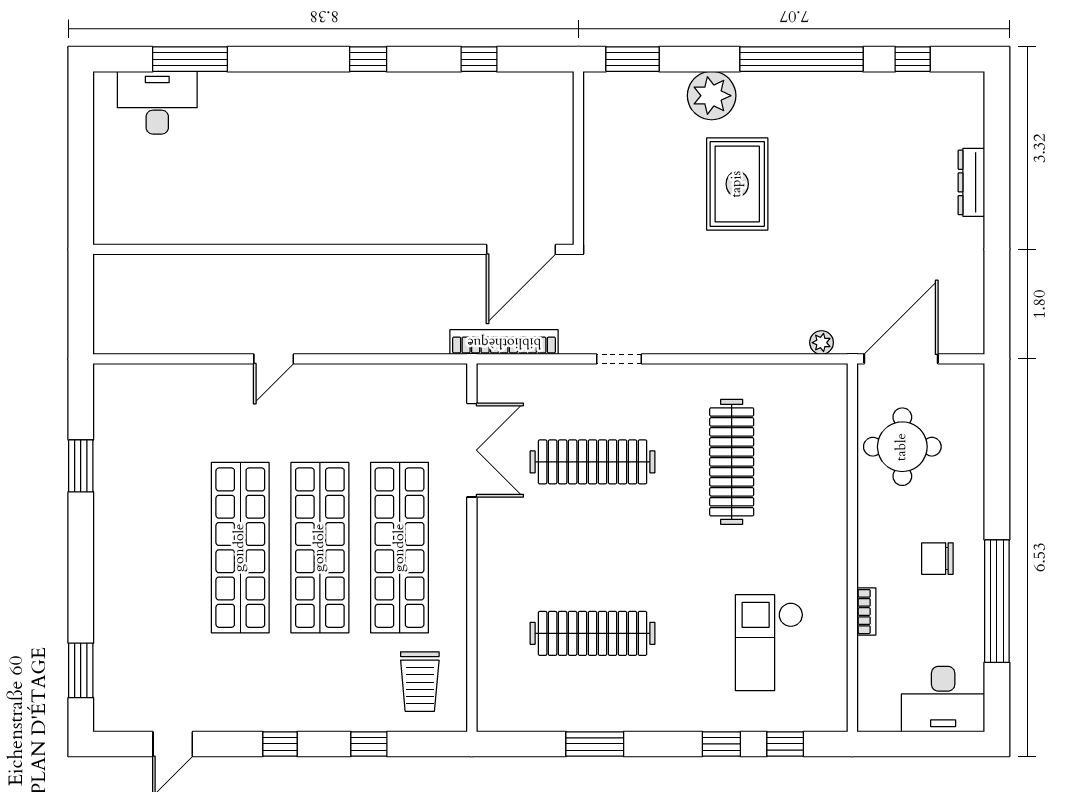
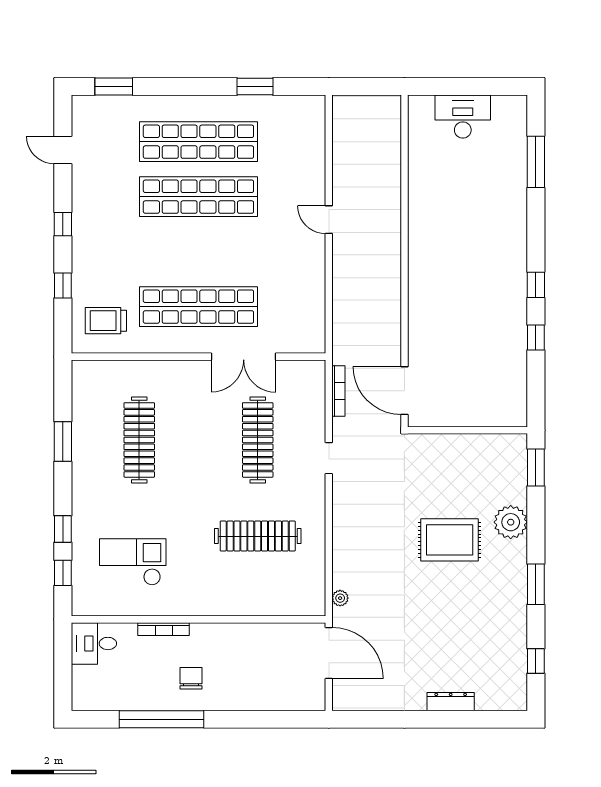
window: (479, 59) -> (536, 337), moved
window: (802, 59) -> (536, 584), width x0.47
desk: (157, 103) -> (463, 117), moved, turned -90
bookcase: (504, 342) -> (338, 391), width x0.68, depth x0.76
round table: (902, 447) -> (268, 654), removed
double door: (472, 450) -> (244, 357), moved
shop shelf: (320, 548) -> (198, 142), moved
bookcase: (866, 612) -> (164, 629), width x1.56
desk: (943, 699) -> (94, 643), moved, width x0.73

